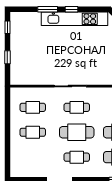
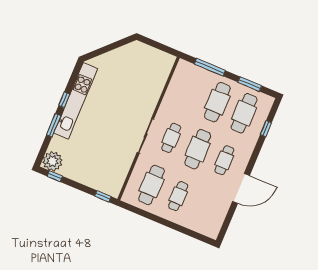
plant: (19, 20) -> (52, 161), added
window: (7, 57) -> (103, 196), moved
cafe table: (33, 107) -> (151, 185), width x1.37, depth x1.35

